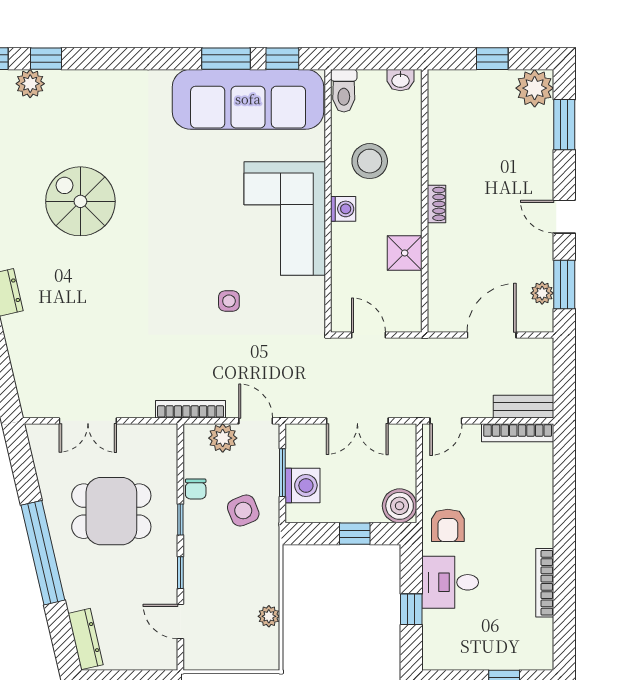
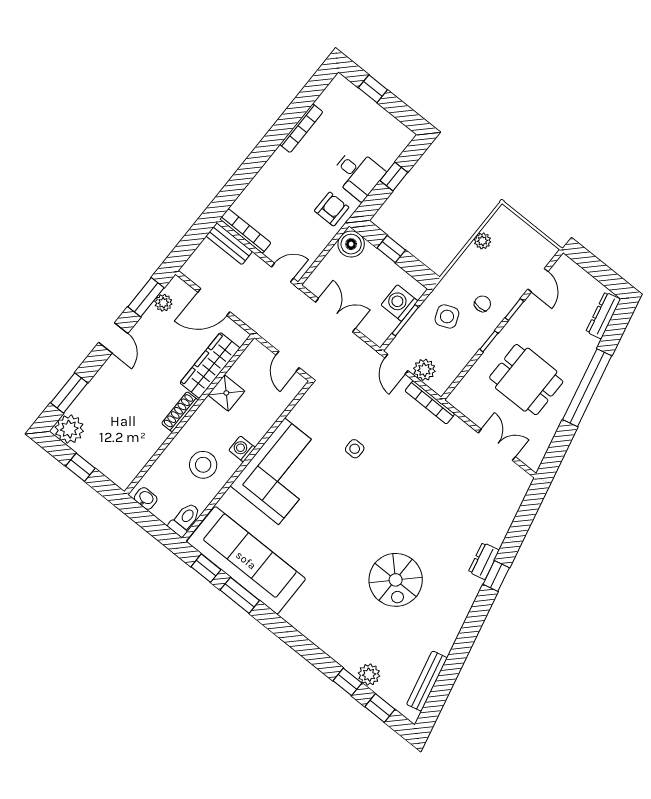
shoe rack: (437, 204) -> (180, 412), width x1.43
wardrobe: (444, 267) -> (210, 365), added
chair: (196, 489) -> (483, 304), moved

